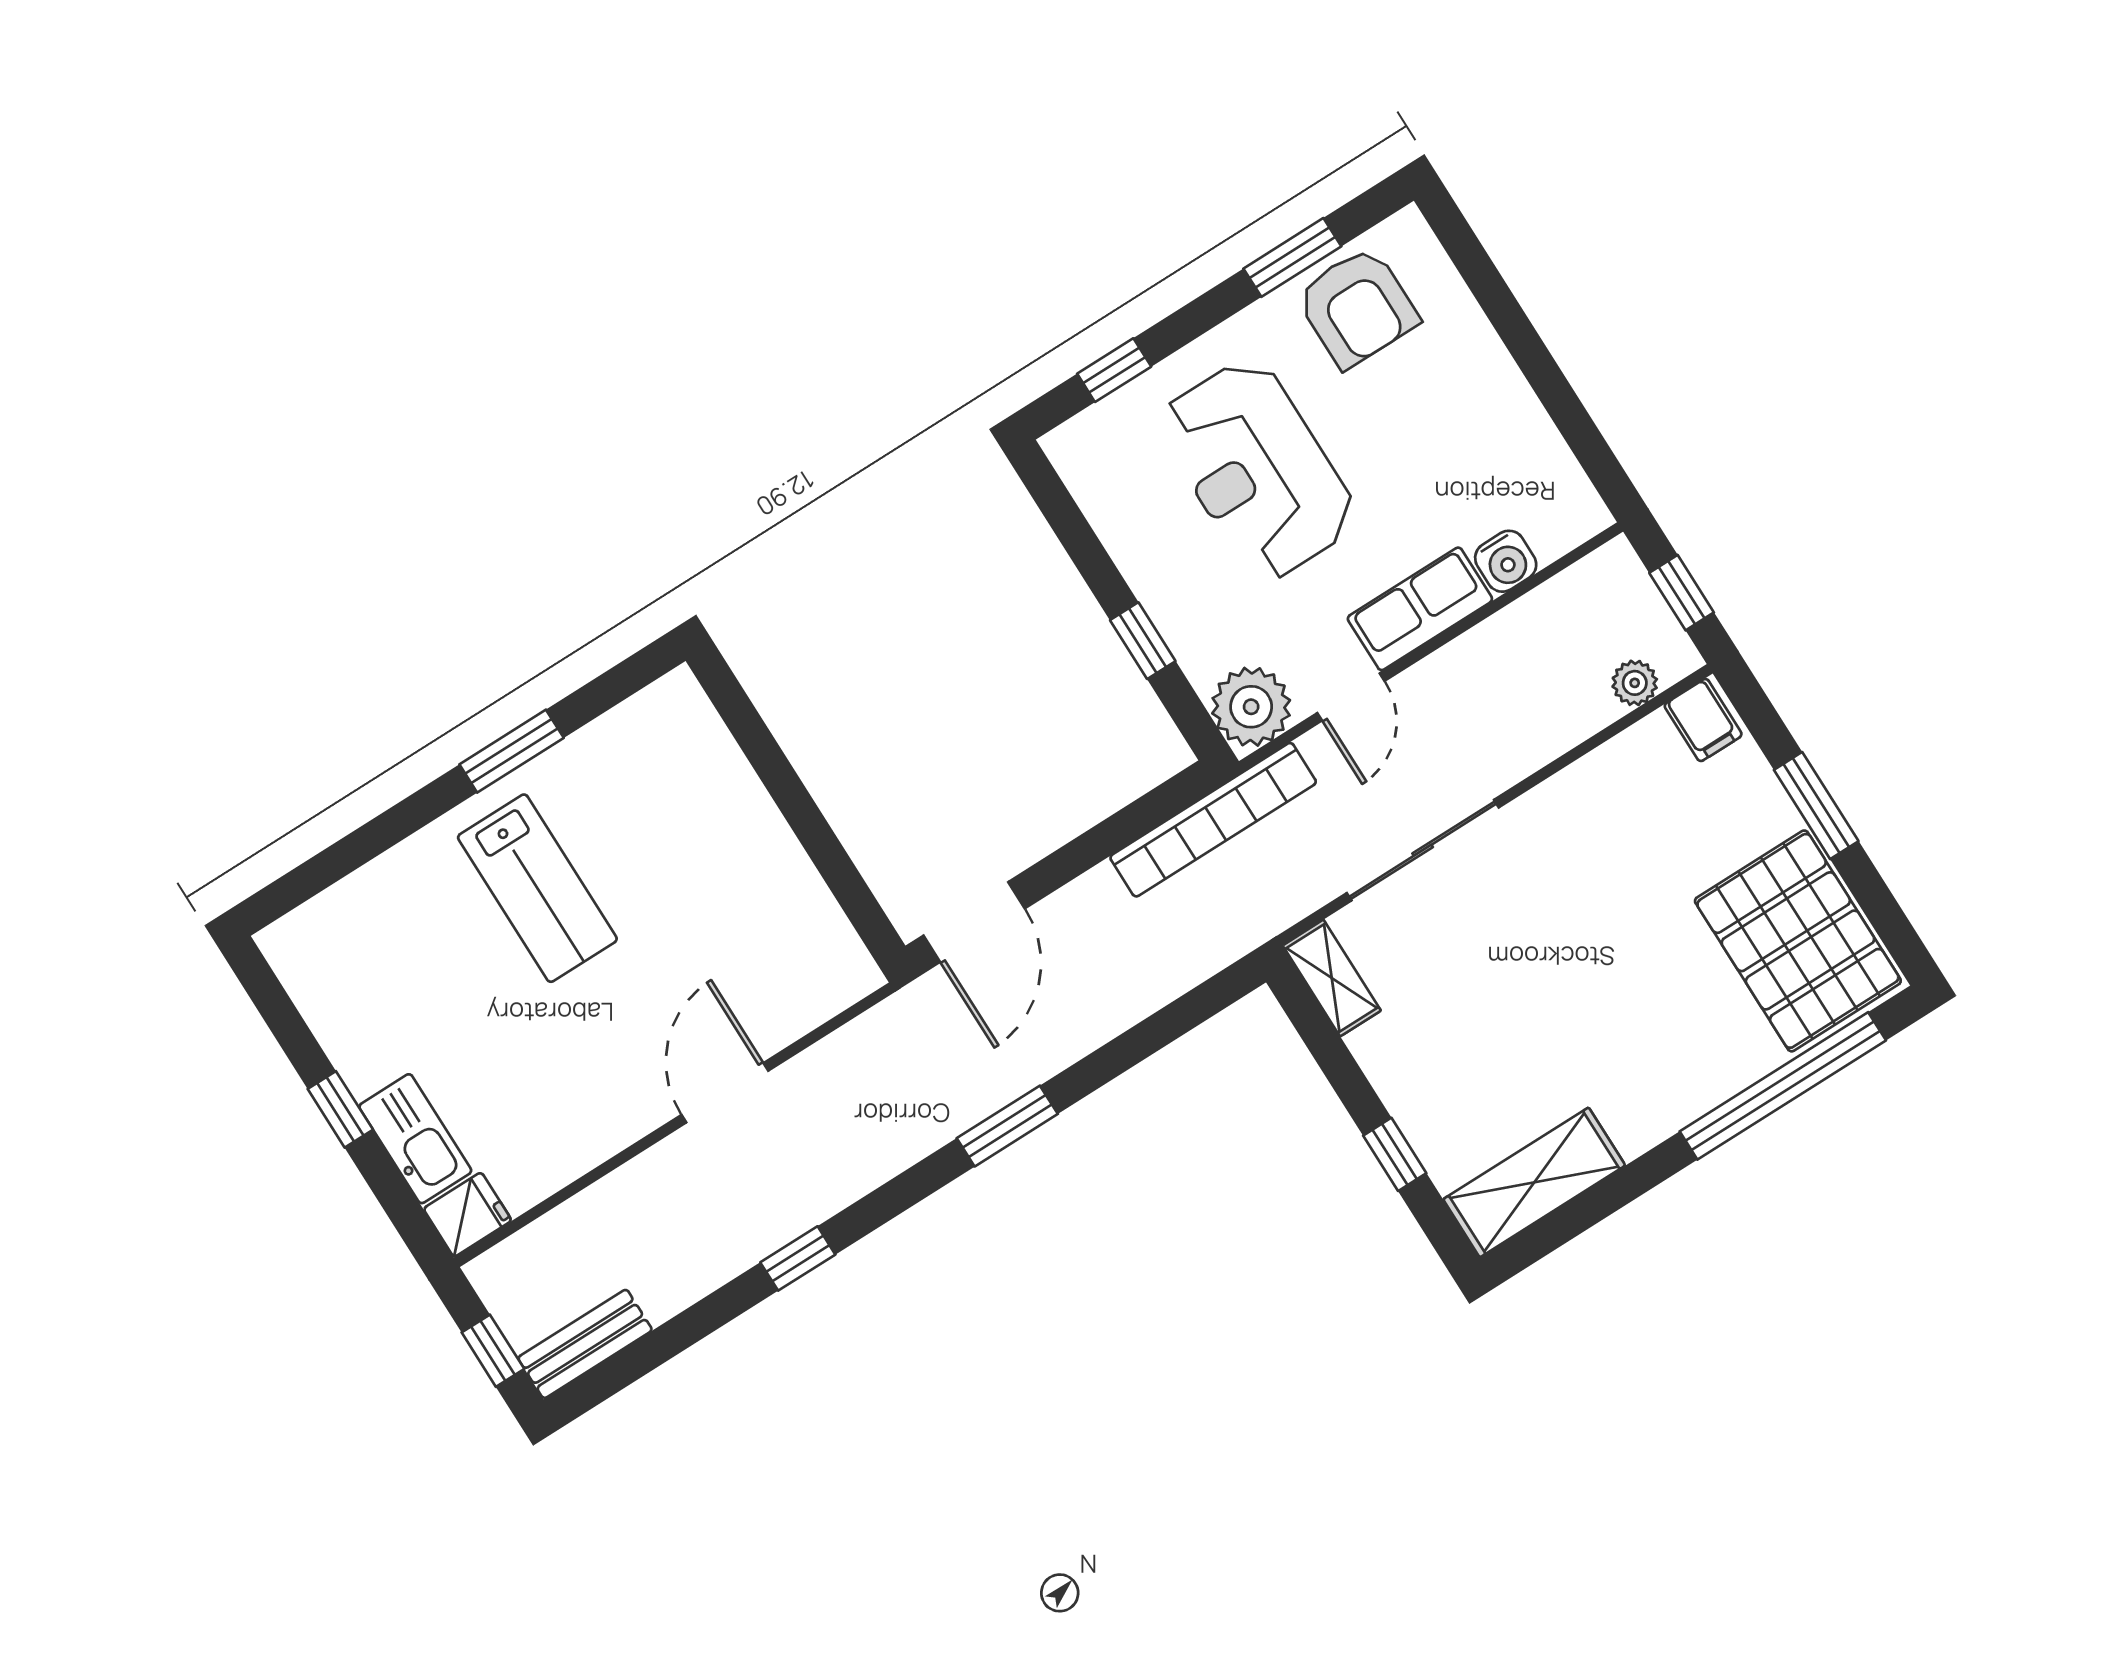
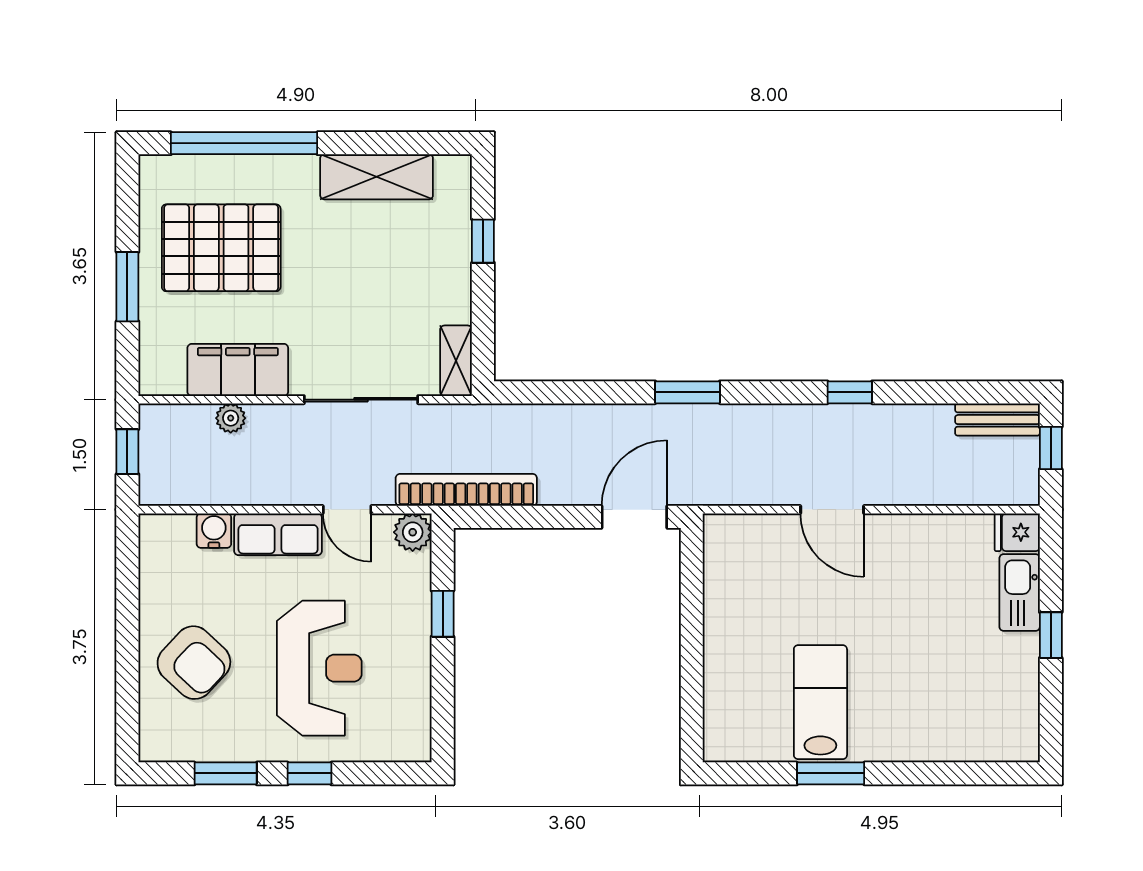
armchair: (1357, 307) -> (194, 663), moved, turned 133
window: (1114, 370) -> (309, 773), moved
plant: (1635, 683) -> (231, 418), moved
door: (1351, 697) -> (347, 510), swing flipped
plant: (1251, 707) -> (413, 532), width x0.73, depth x0.73
filing cabinet: (1703, 720) -> (238, 370), moved, width x3.00, depth x1.17
lab bench: (537, 888) -> (820, 702), moved
pallet: (1798, 941) -> (221, 248), moved, turned 90
door: (725, 1093) -> (832, 510), hinge flipped
shelving: (1534, 1182) -> (377, 177), moved

